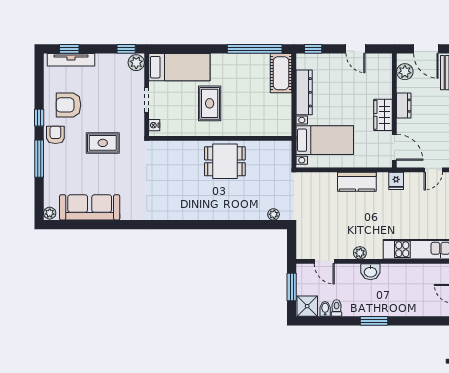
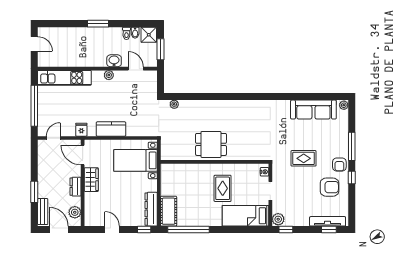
dresser: (304, 92) -> (151, 209), moved
washbasin: (370, 272) -> (114, 61), moved

